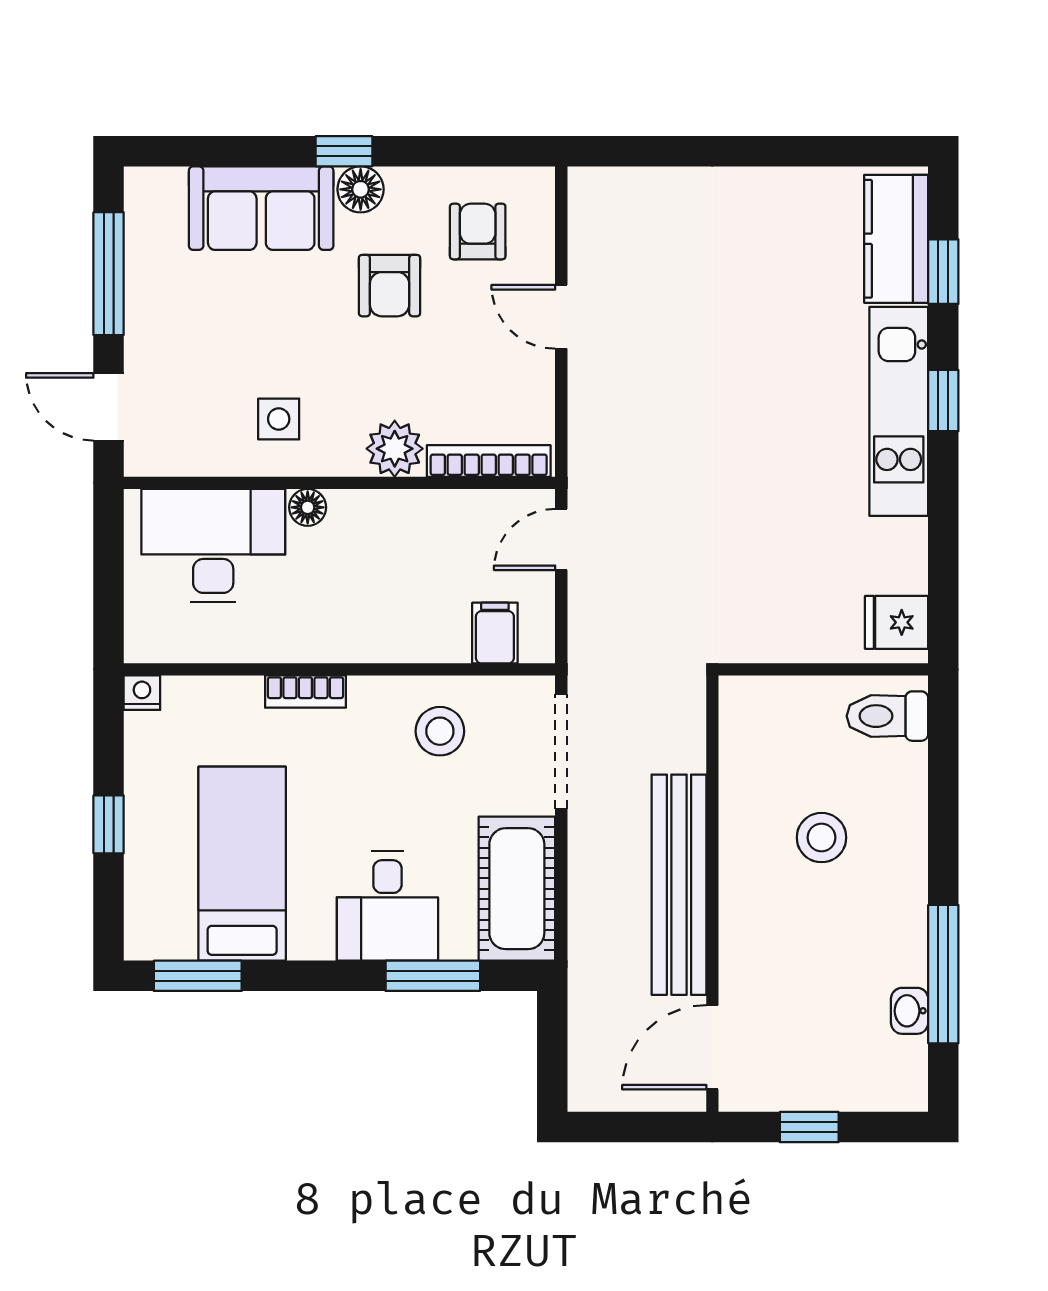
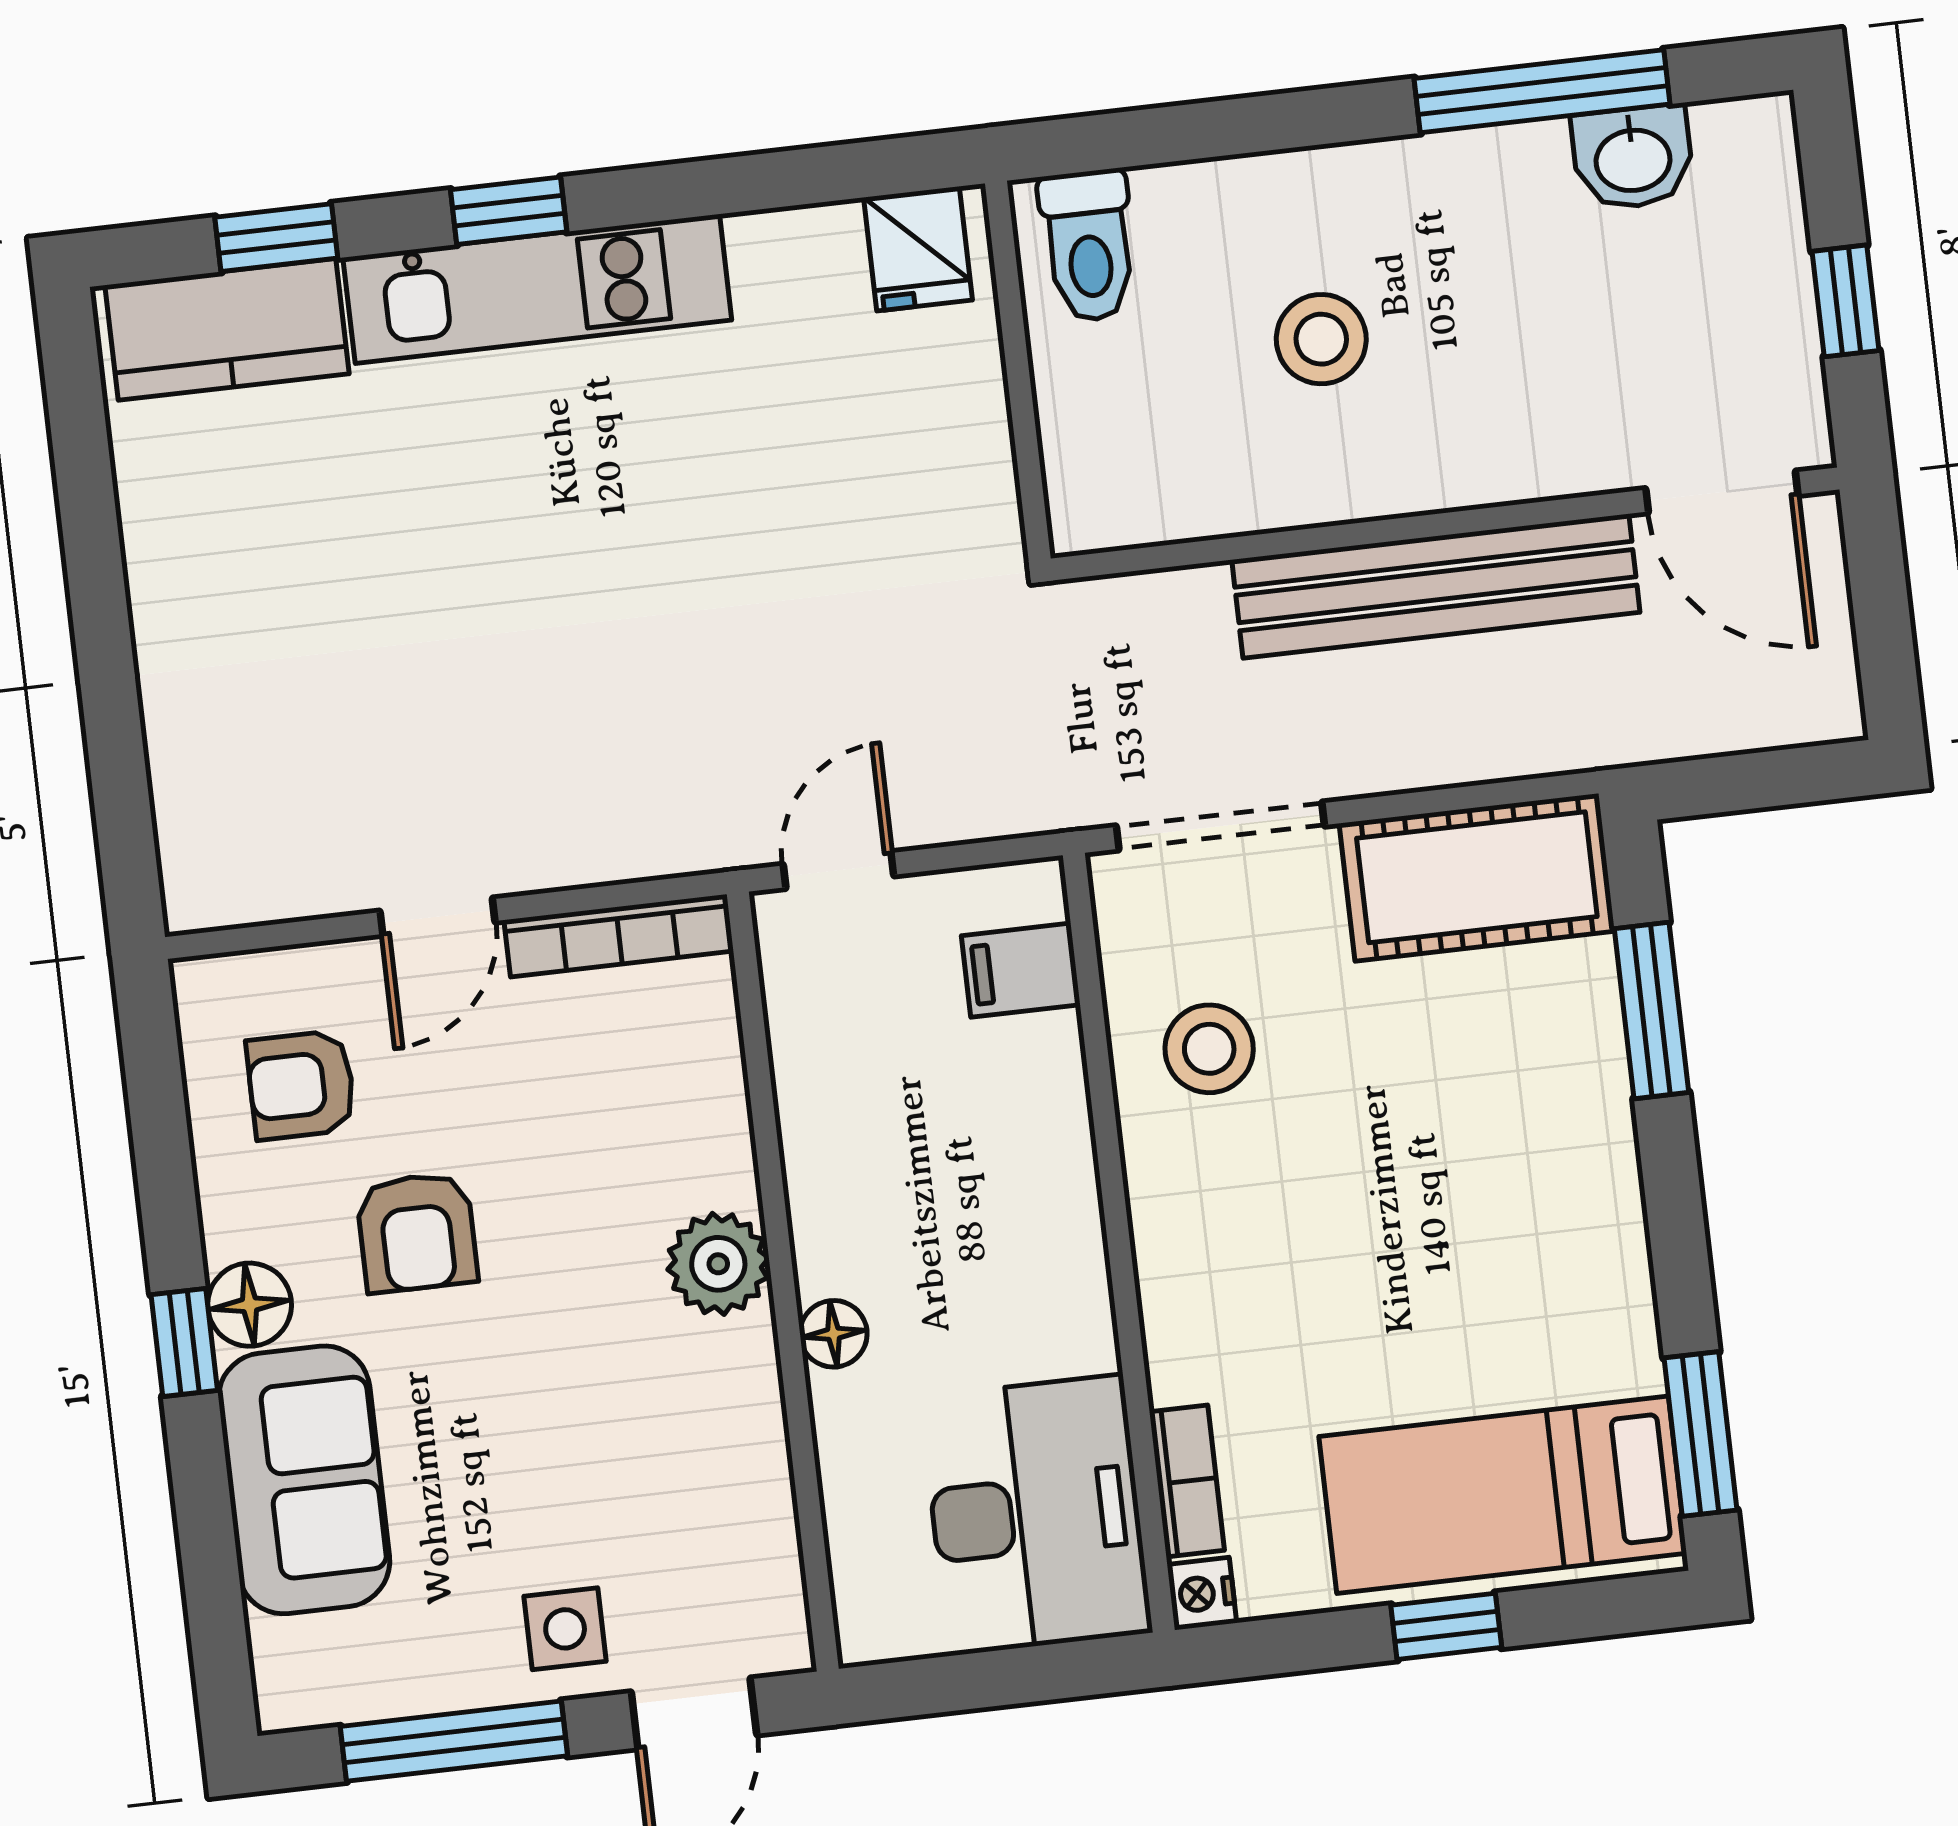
armchair: (390, 286) -> (417, 1232), turned 90
side table: (279, 419) -> (565, 1629), moved
plant: (395, 449) -> (718, 1264), moved
bookcase: (489, 461) -> (619, 936), moved, turned -90
door: (561, 539) -> (839, 870), swing flipped
desk: (213, 545) -> (1036, 1515), moved, turned 180
bookcase: (305, 692) -> (1187, 1481), moved
bed: (242, 864) -> (1503, 1495), moved
desk: (387, 906) -> (1535, 1107), removed
washbasin: (910, 1011) -> (1633, 157), width x1.38, depth x1.45

